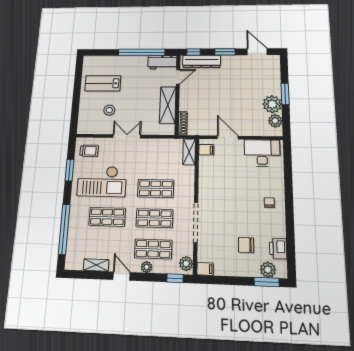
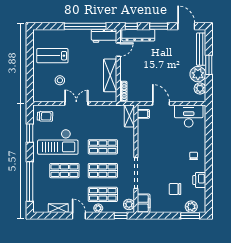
bench: (275, 76) -> (201, 49), added
printer: (278, 249) -> (199, 180), moved
filing cabinet: (205, 269) -> (144, 203), width x2.00

